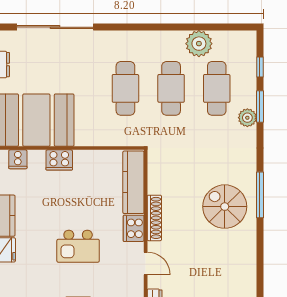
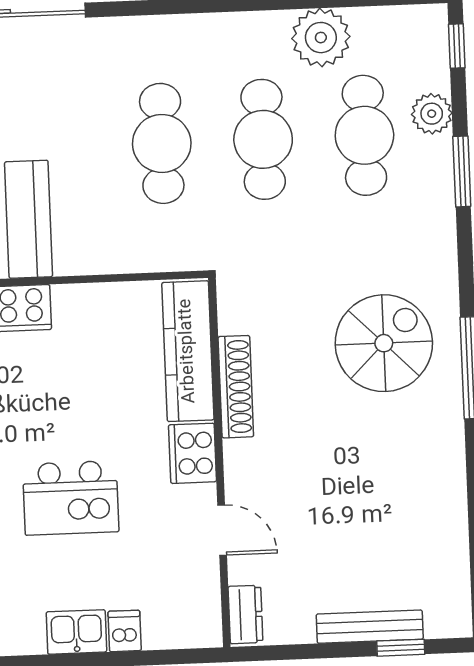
window: (260, 67) -> (457, 46), moved
plant: (247, 118) -> (432, 114), moved
spiral stairs: (225, 207) -> (384, 343), moved, turned 90
shoe rack: (154, 218) -> (236, 387), moved

